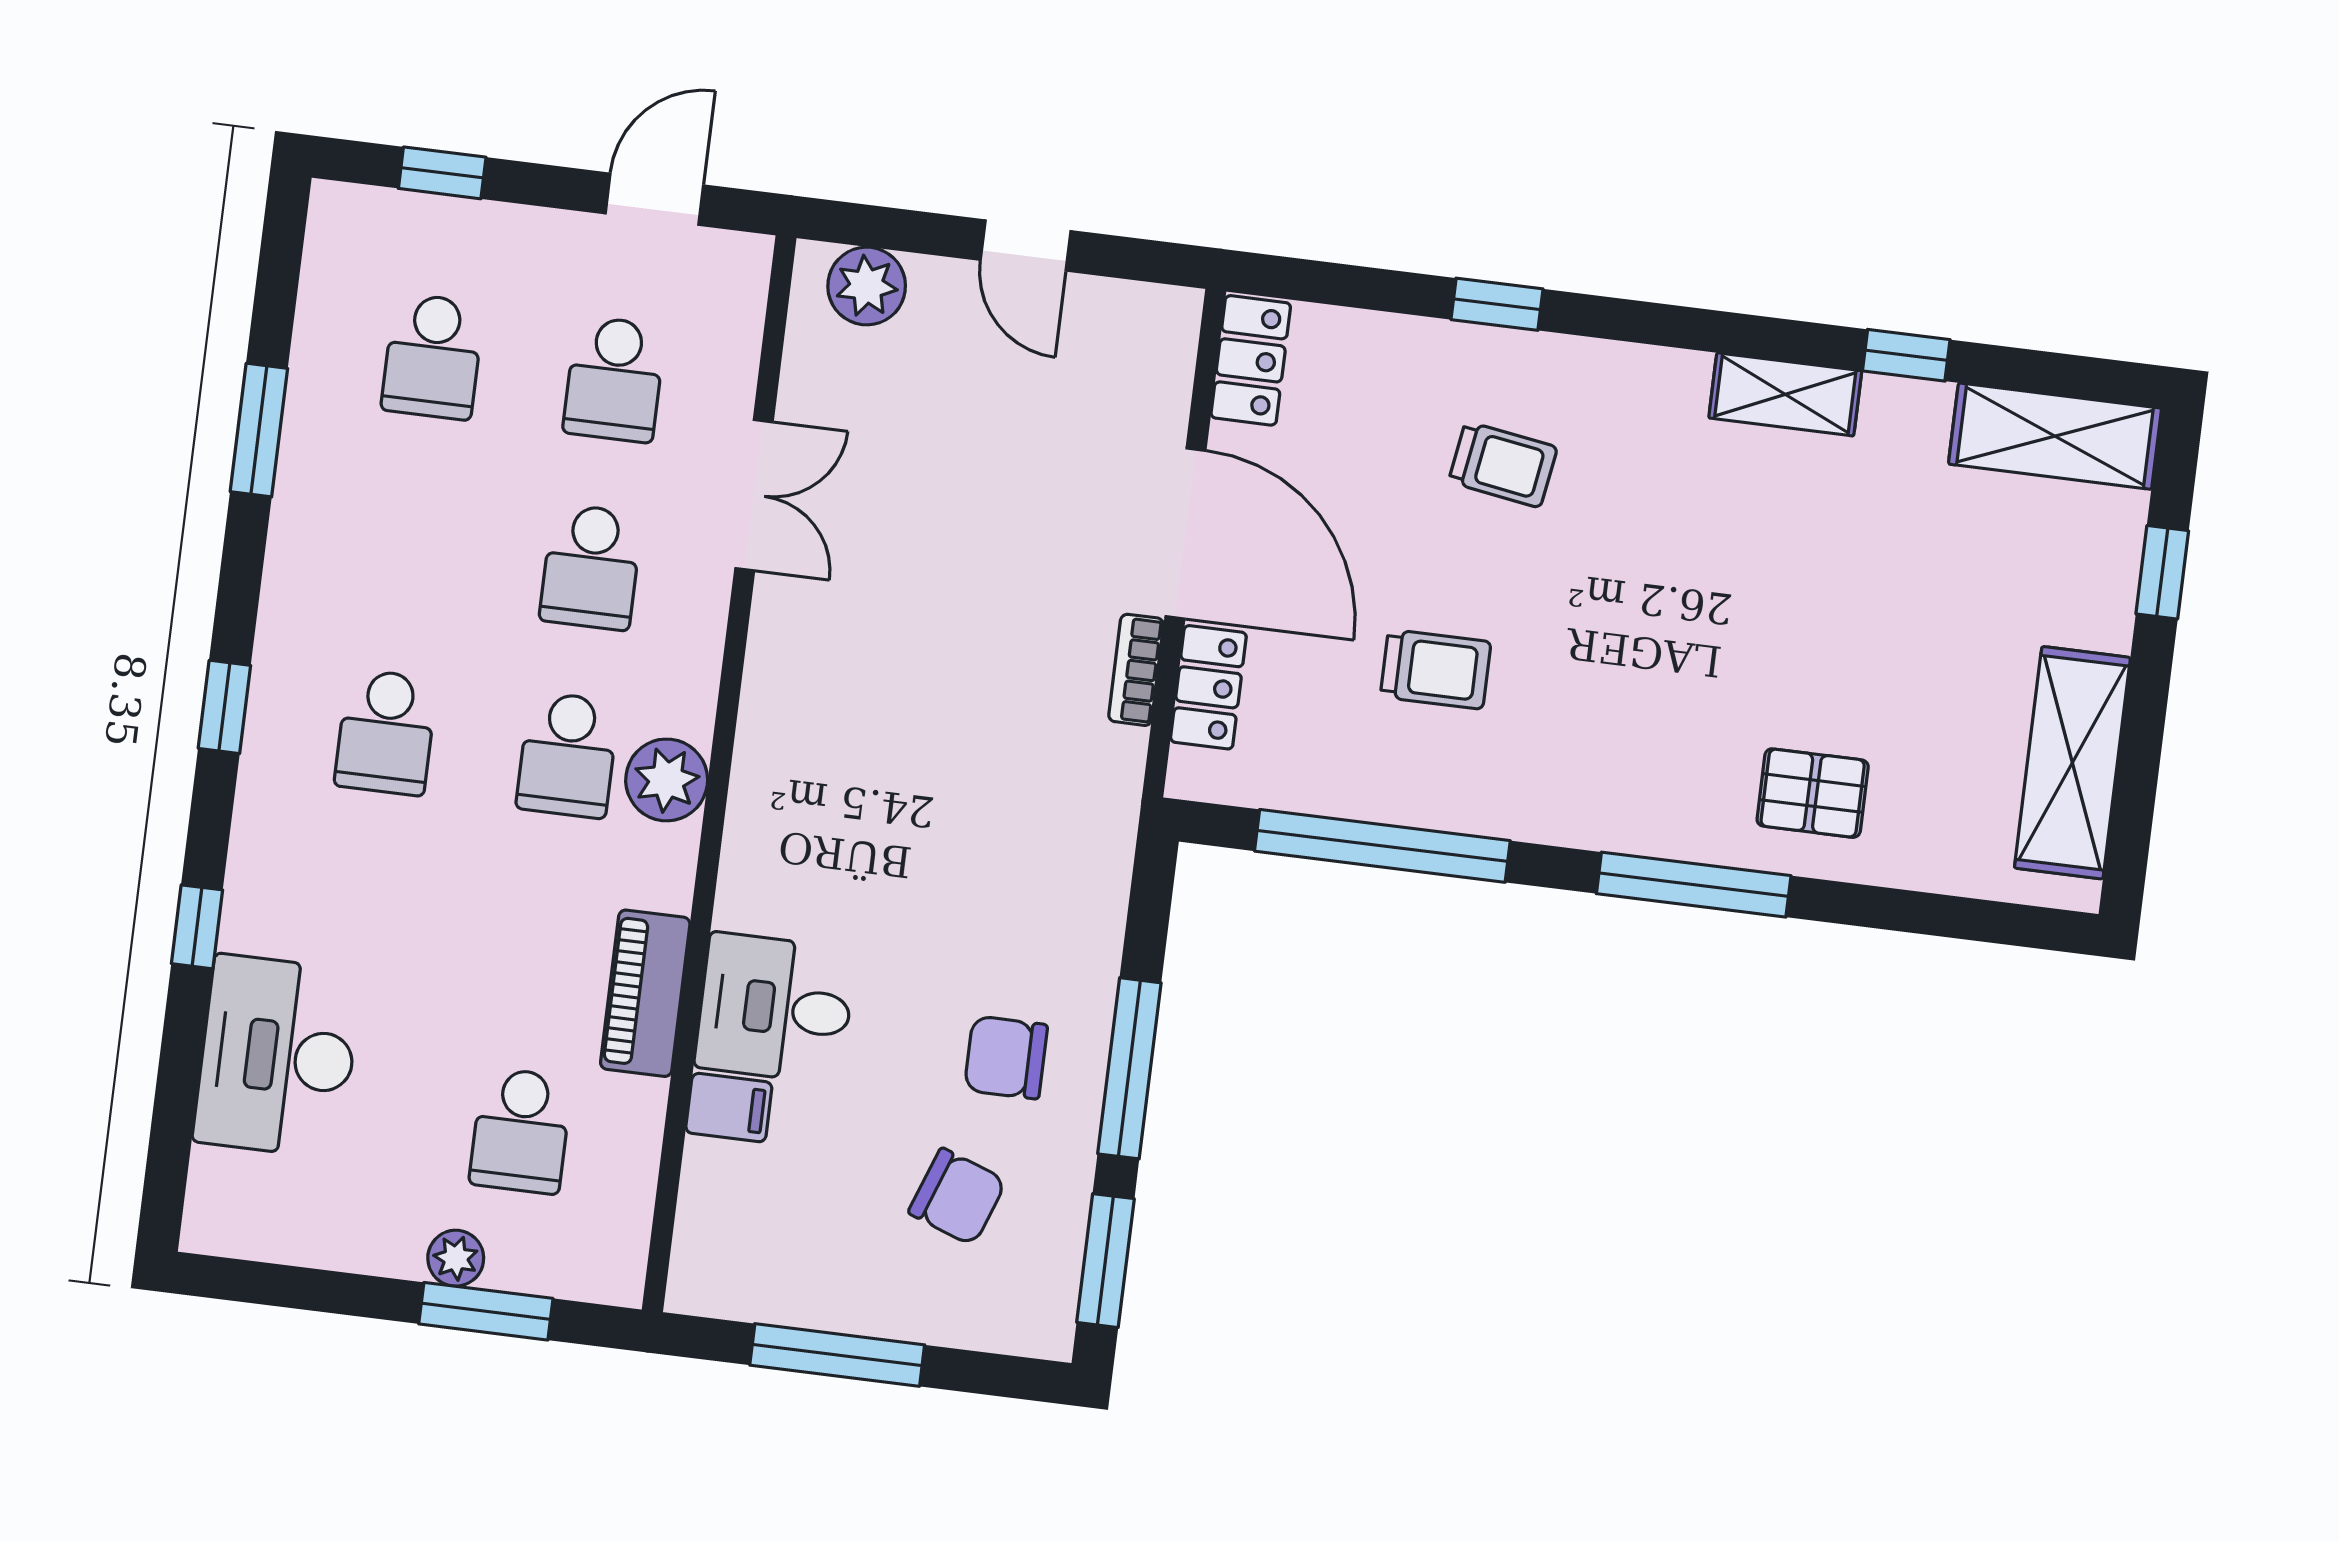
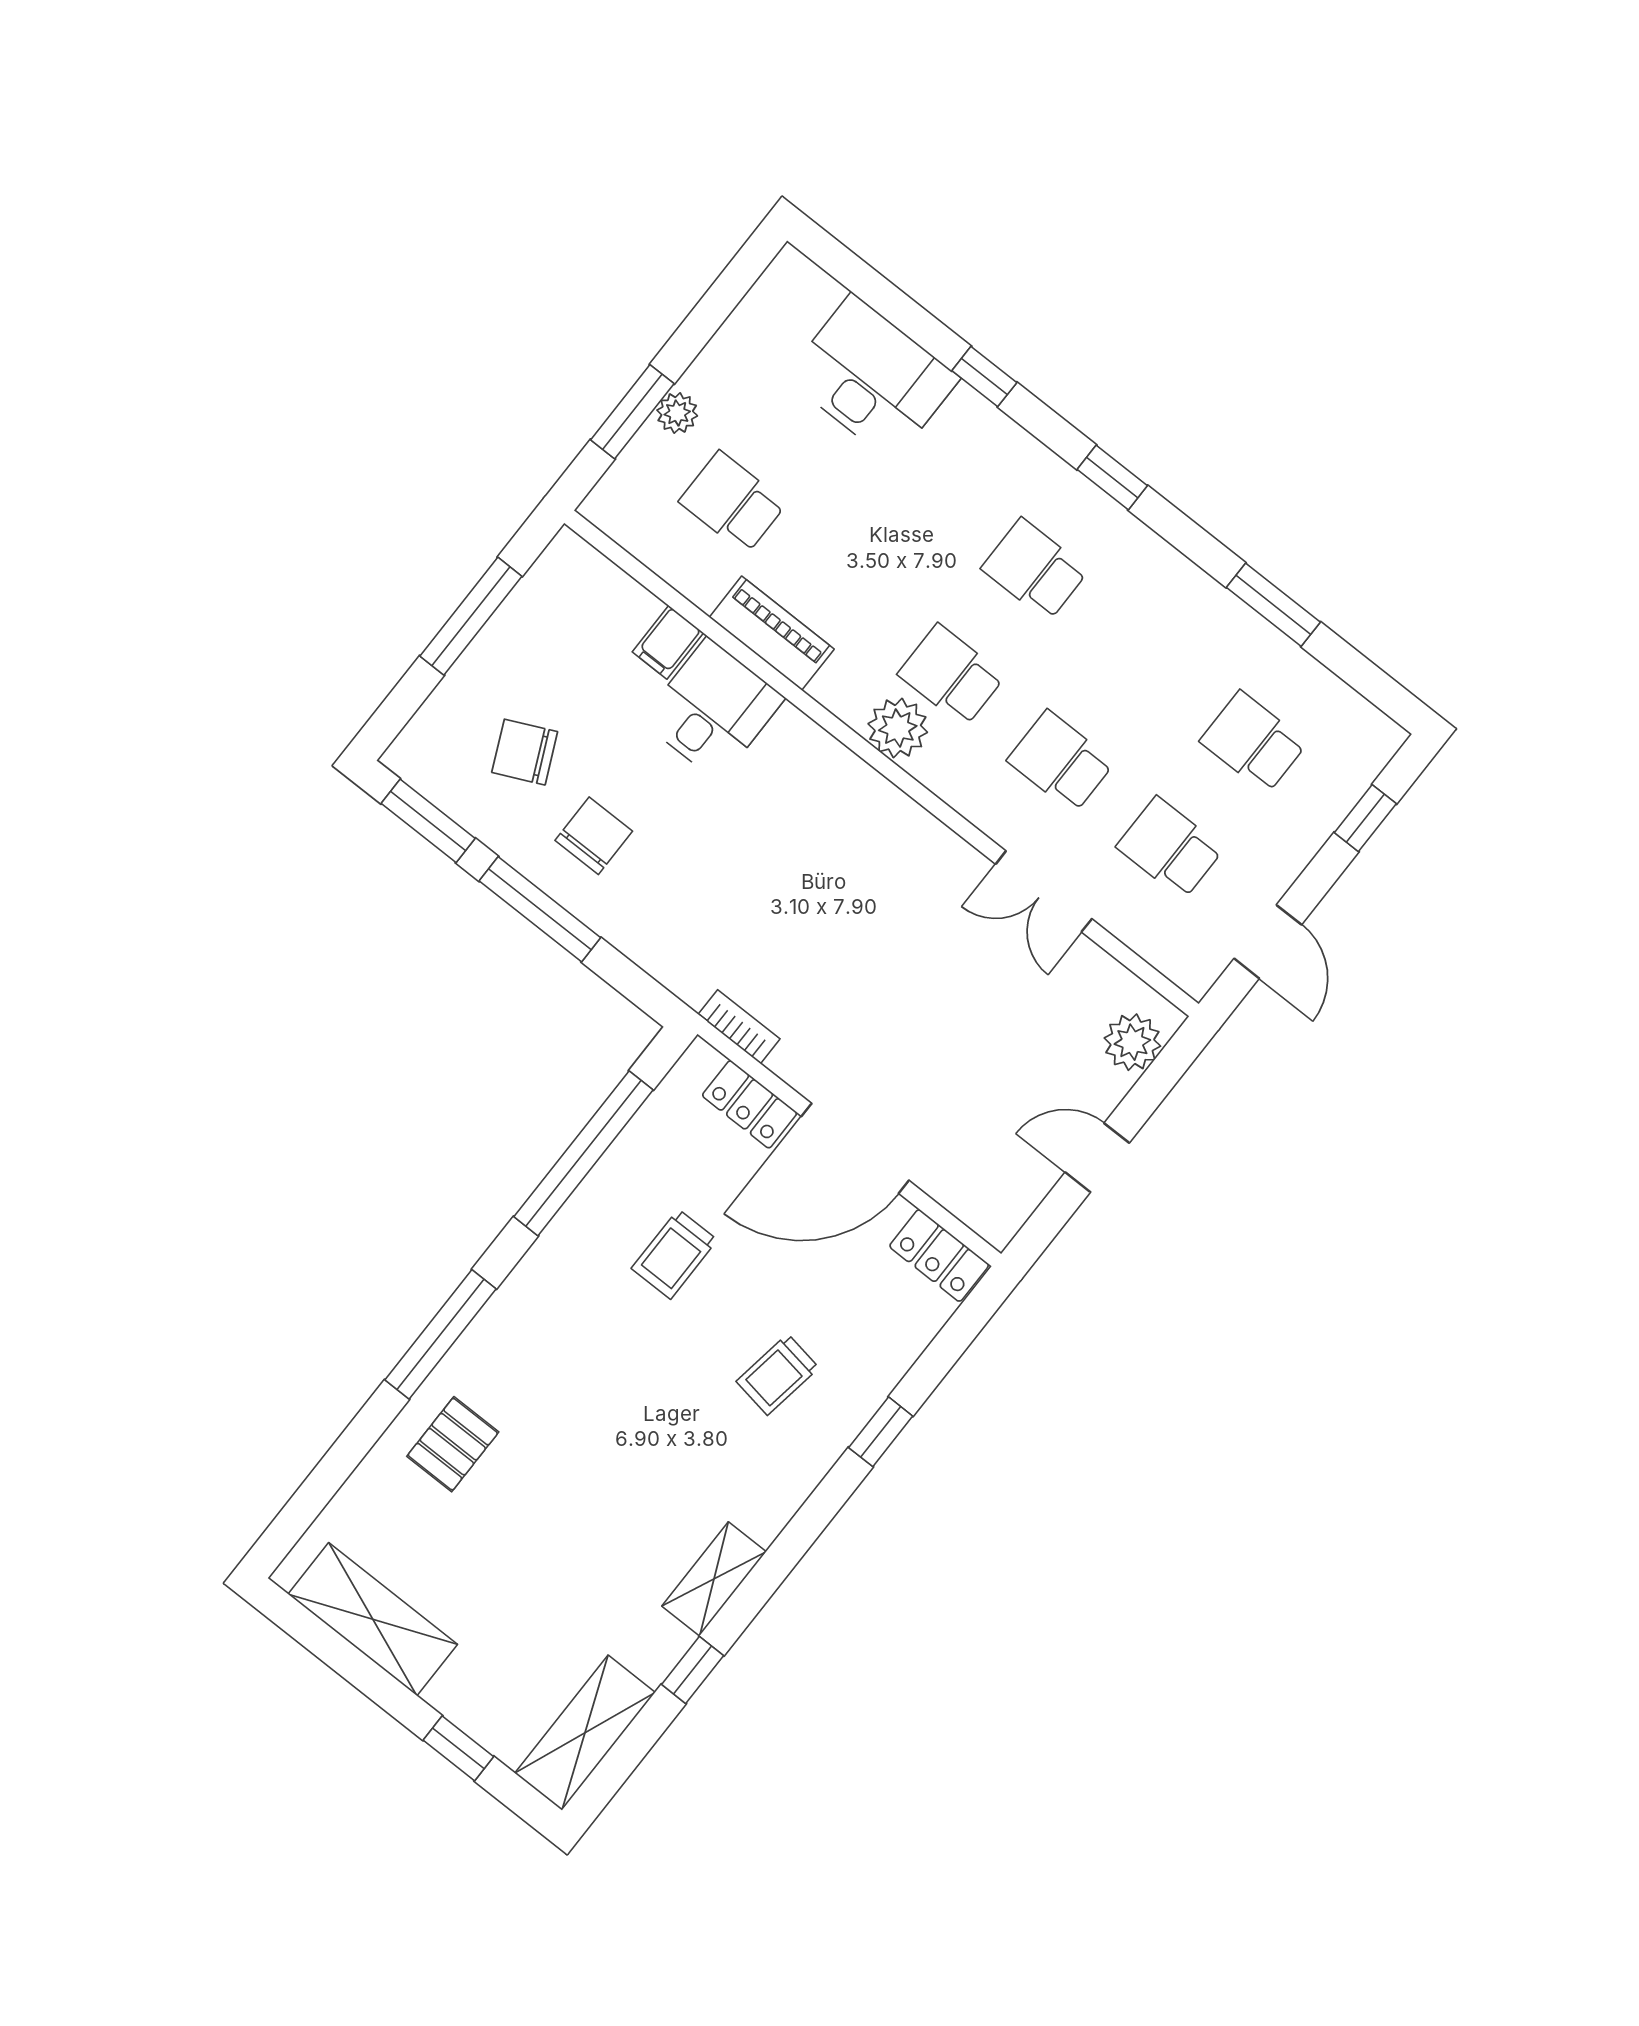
bookcase: (1136, 670) -> (739, 1027), moved
chair: (957, 1197) -> (525, 752), turned 45

